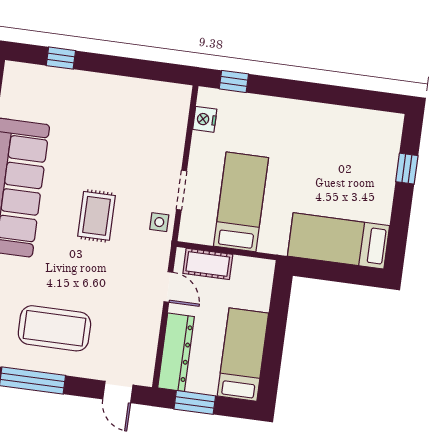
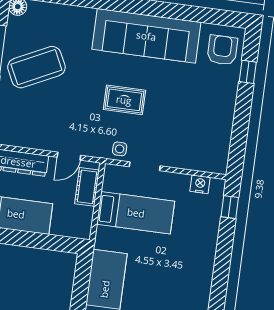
armchair: (33, 91) -> (222, 50), added
coffee table: (54, 328) -> (36, 67), turned 64

